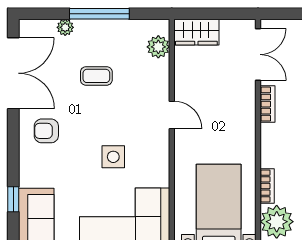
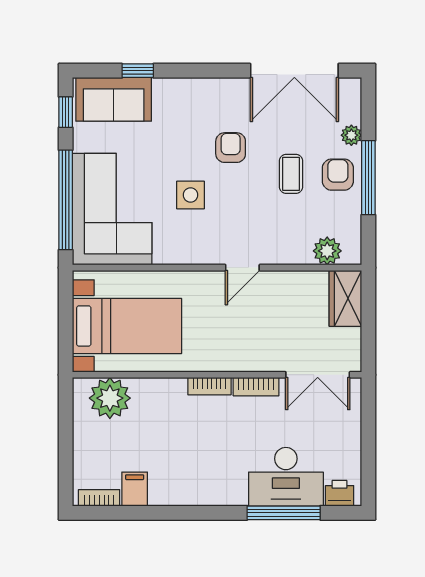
armchair: (97, 38) -> (338, 175), added
armchair: (46, 131) -> (231, 148), moved
bookcase: (267, 186) -> (209, 386), moved

